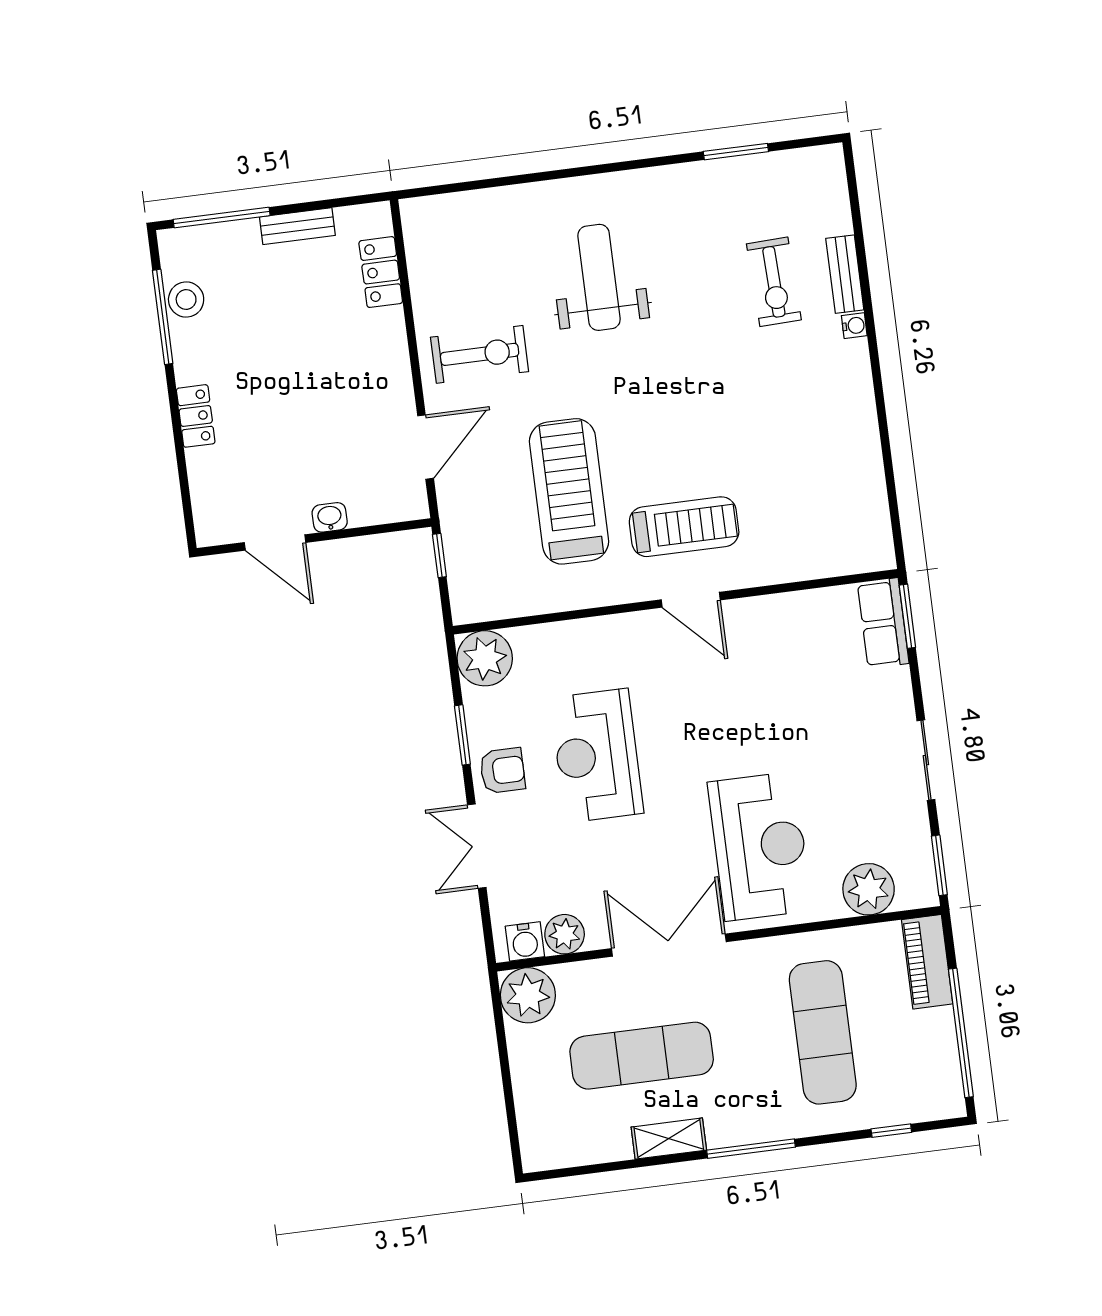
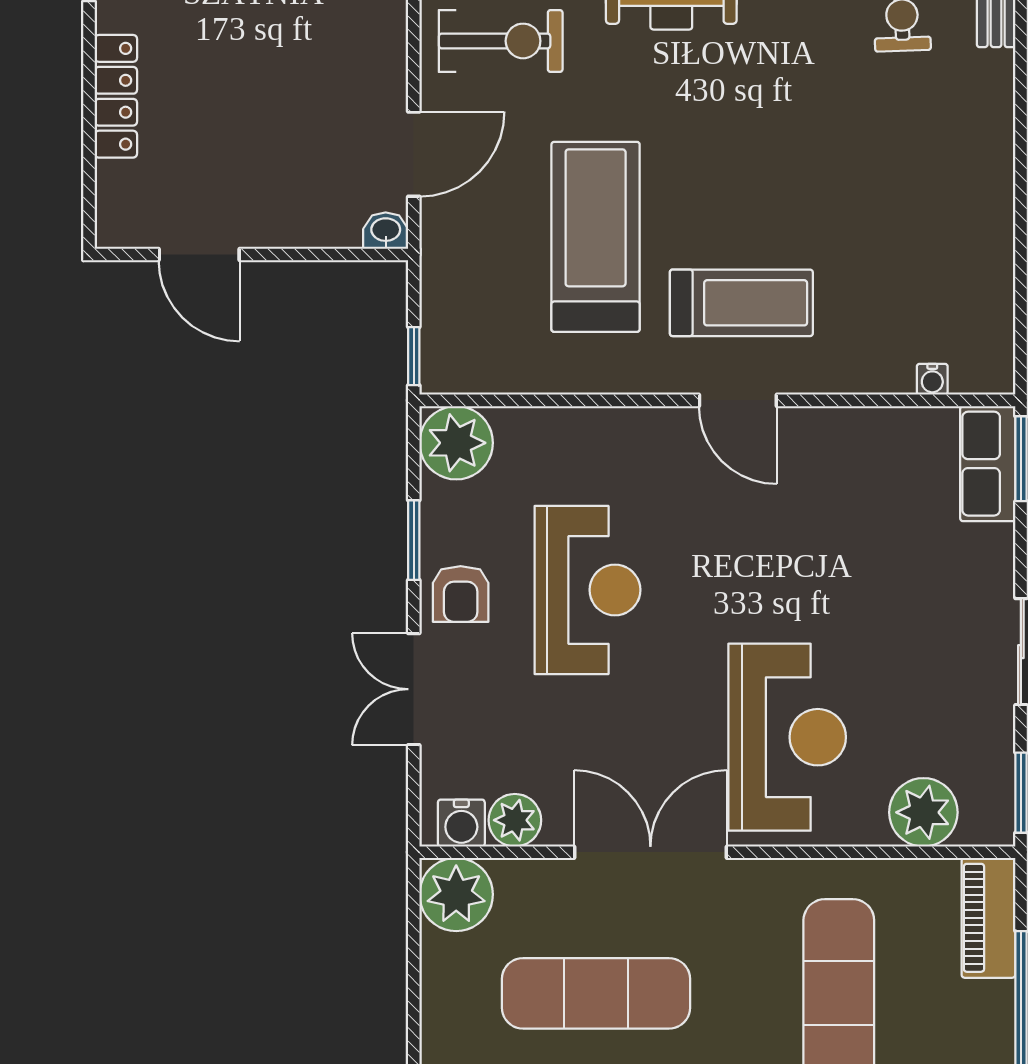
water cooler: (854, 326) -> (932, 379), moved, turned 90
locker: (196, 416) -> (116, 96), width x1.53
washbasin: (330, 517) -> (386, 231), moved
window: (439, 556) -> (414, 356), moved
reception desk: (597, 756) -> (587, 590), turned 180
armchair: (503, 771) -> (461, 594), turned 90

